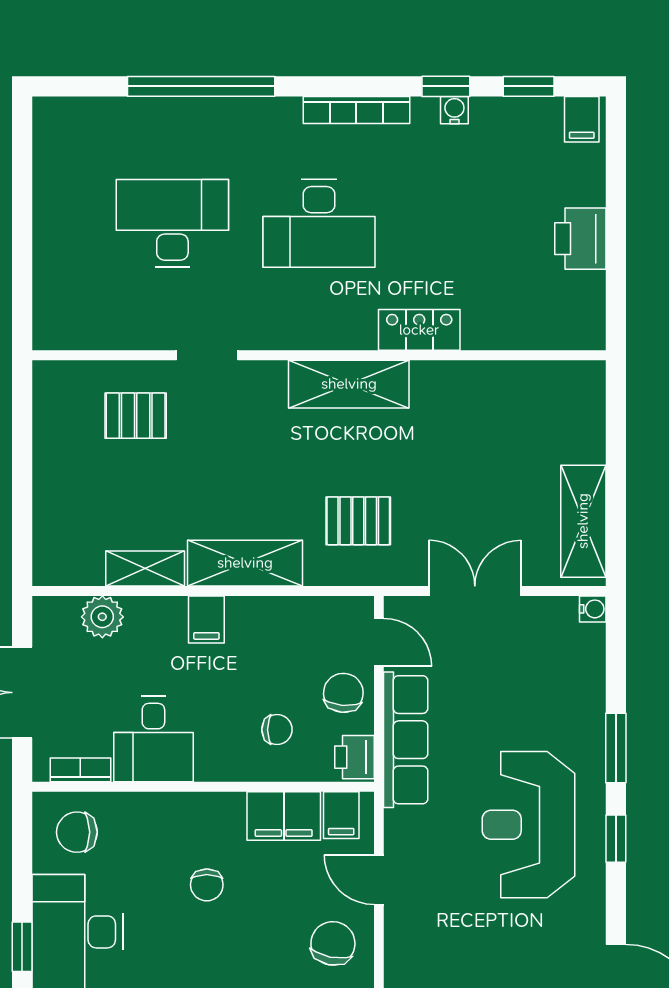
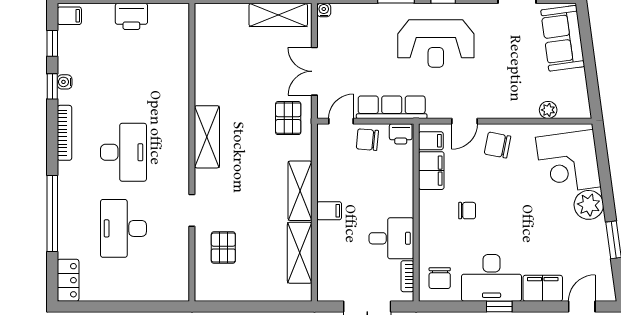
locker: (419, 330) -> (68, 280), moved, turned 180
pallet: (358, 521) -> (288, 118), moved
shelving: (145, 569) -> (300, 253), width x1.50, depth x1.33
plant: (102, 617) -> (328, 265), removed
chair: (277, 730) -> (386, 174), removed

